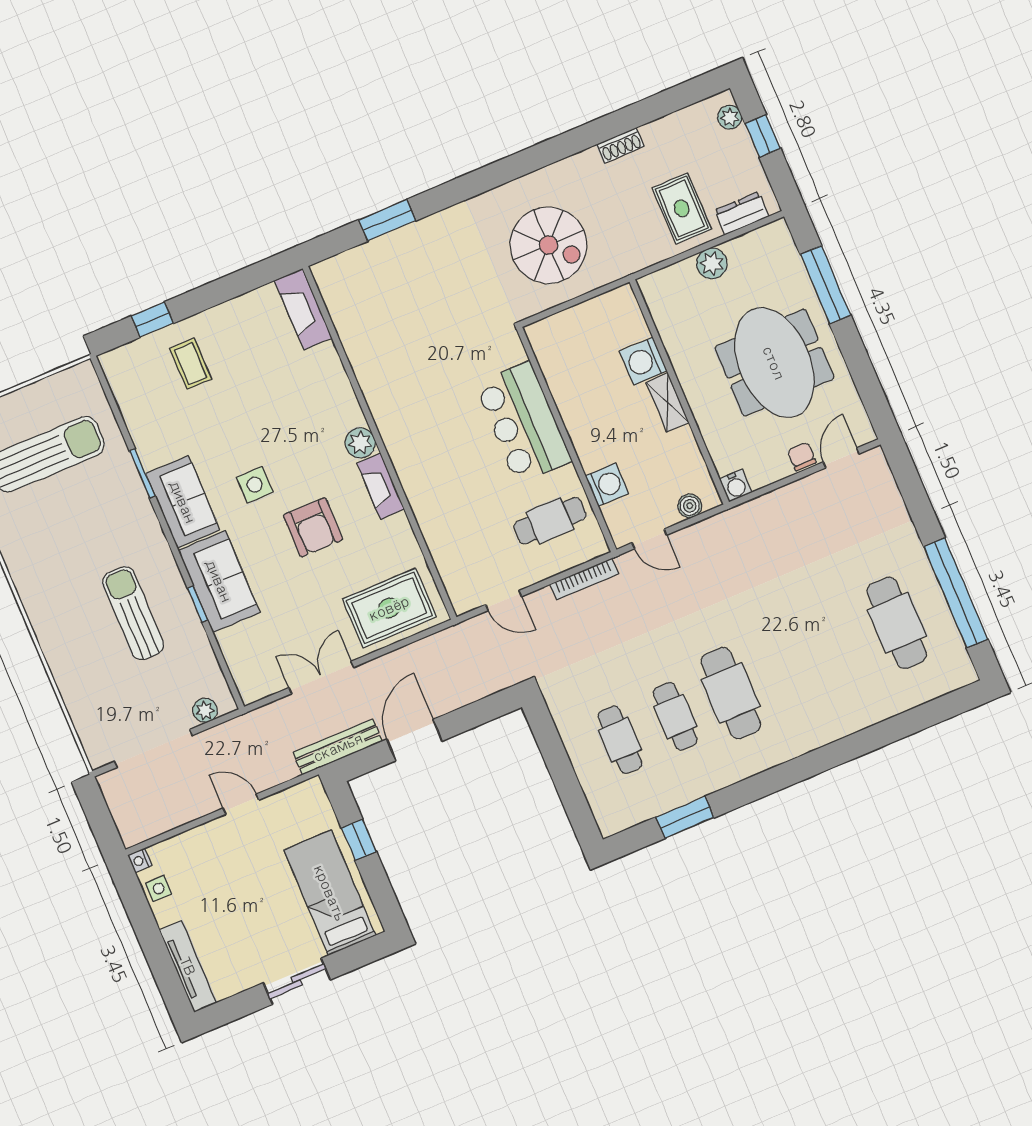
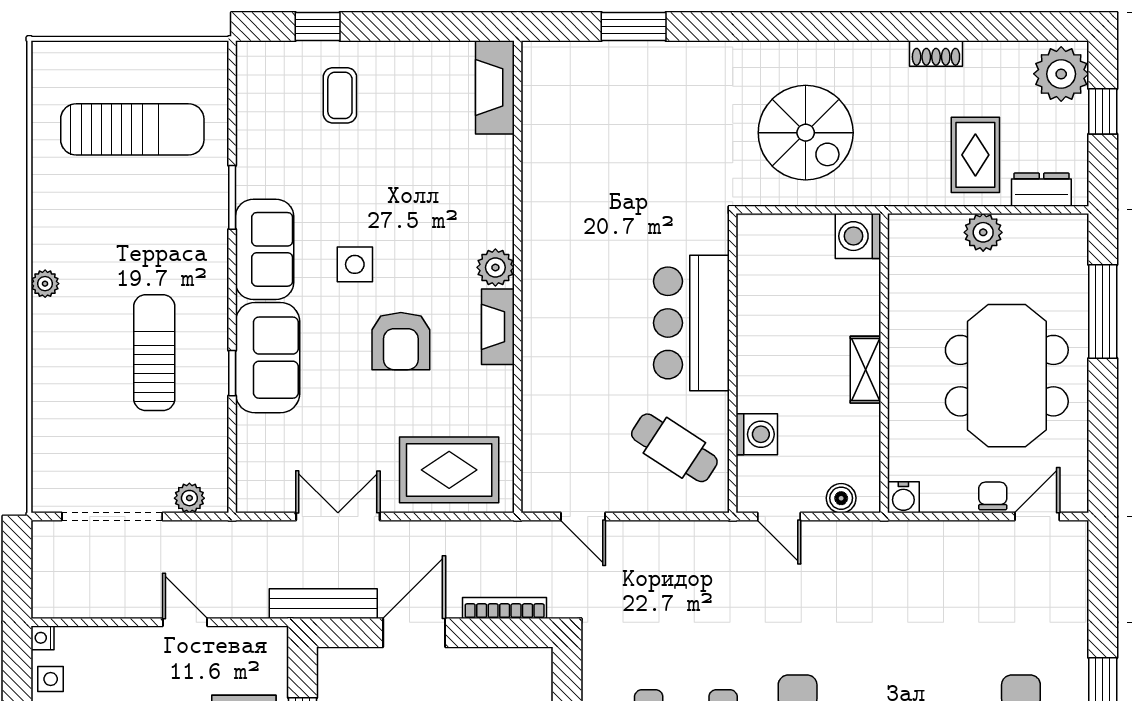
plant: (730, 117) -> (1061, 74), width x1.87, depth x1.87
washing machine: (643, 361) -> (858, 236), moved
cafe table: (550, 521) -> (674, 448), turned 33
bookcase: (584, 579) -> (505, 608), moved, turned 180
plant: (30, 596) -> (45, 284), added

